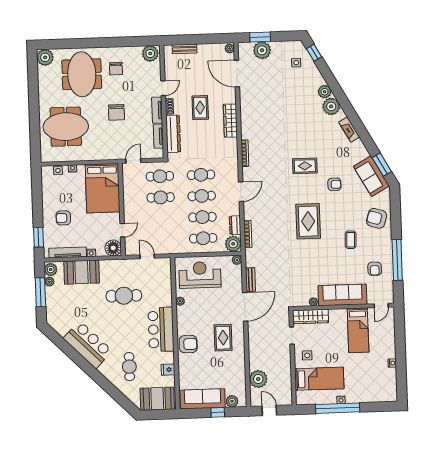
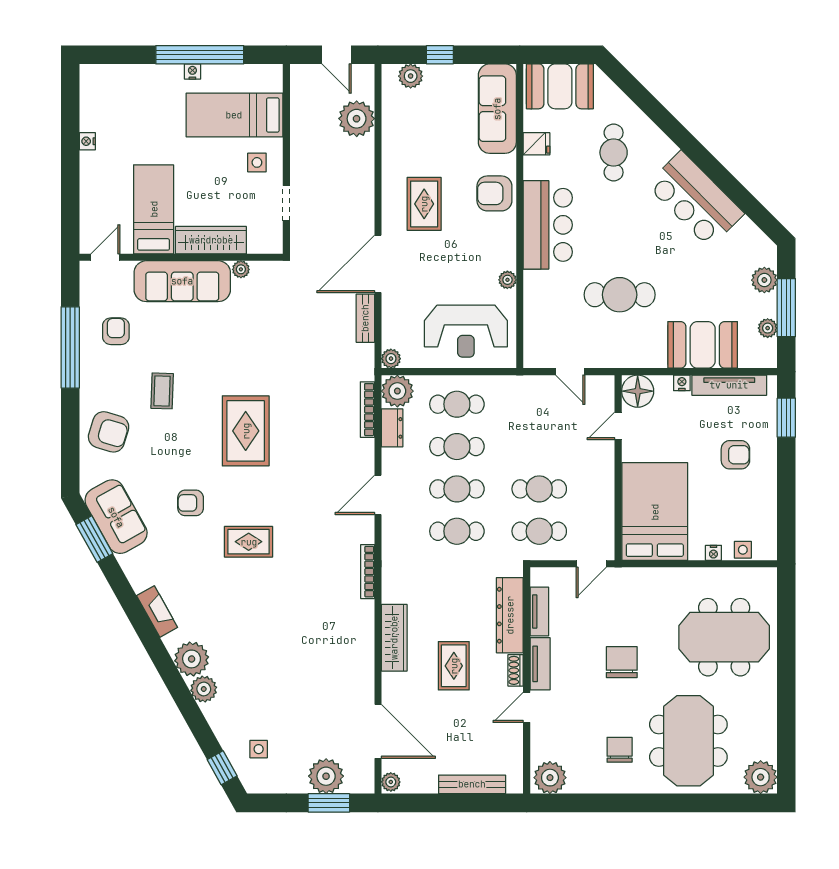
bench: (185, 49) -> (472, 784), width x1.36
plant: (51, 270) -> (764, 280), moved
wardrobe: (311, 317) -> (211, 240), moved
sofa: (203, 399) -> (497, 109), moved, turned 90

